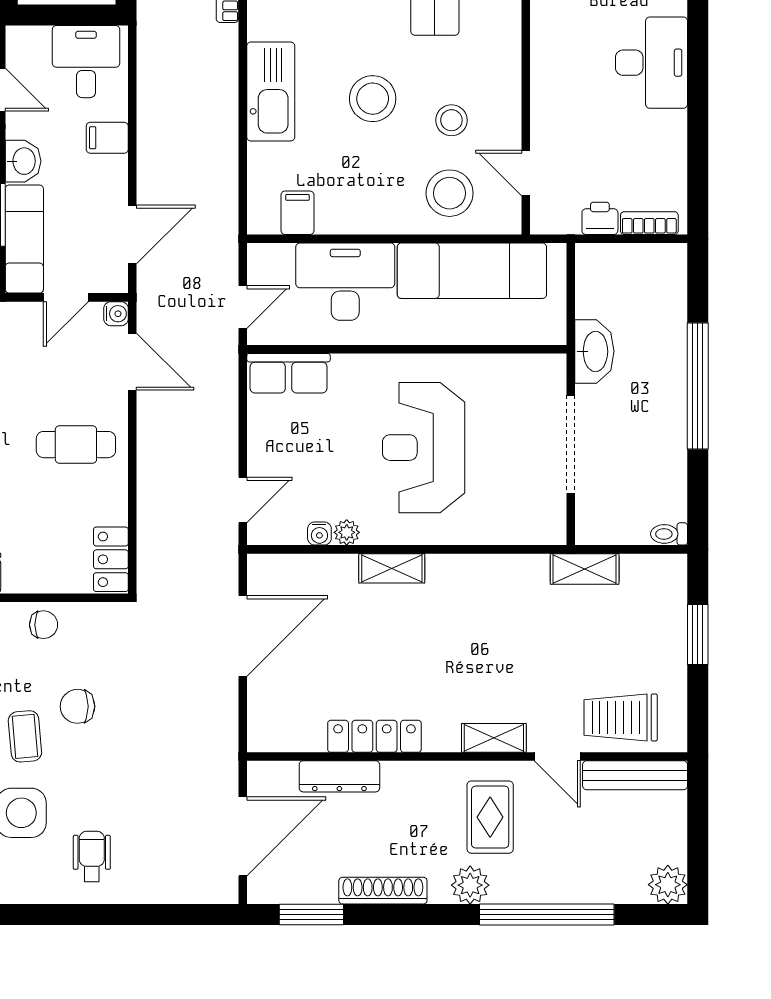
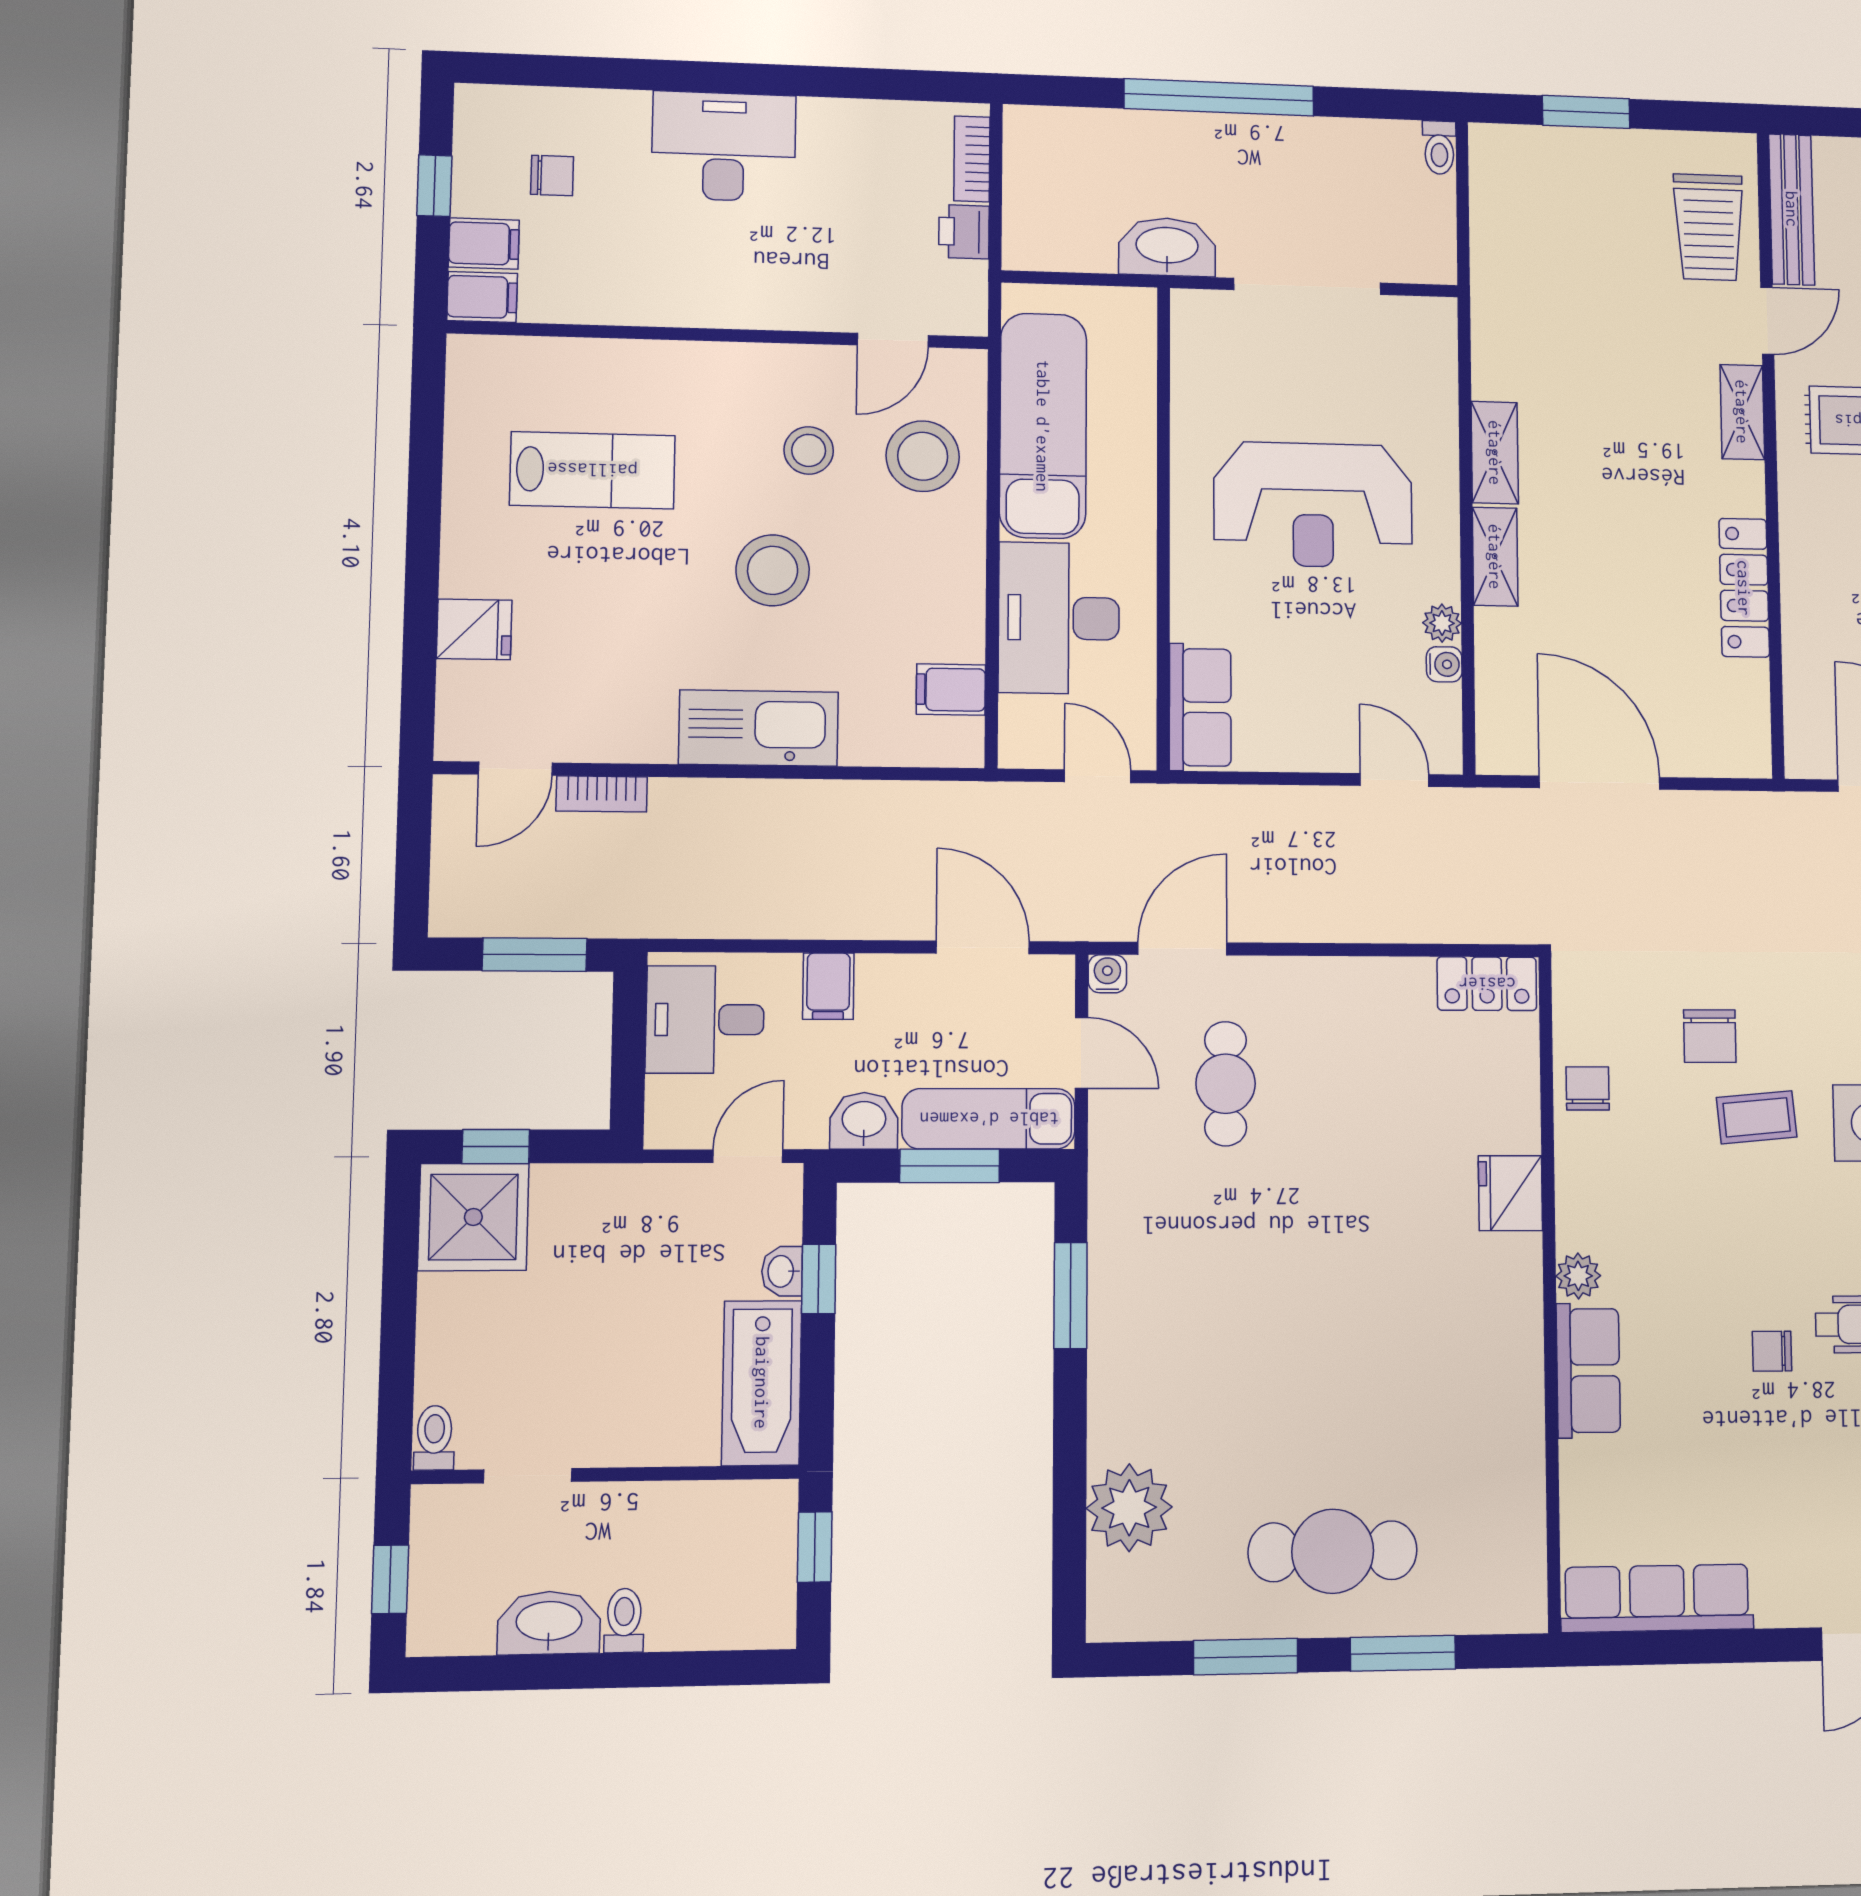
cafe table: (76, 445) -> (1226, 1084), moved
shelving: (585, 569) -> (1495, 453), moved
dresser: (339, 776) -> (1804, 641), removed

